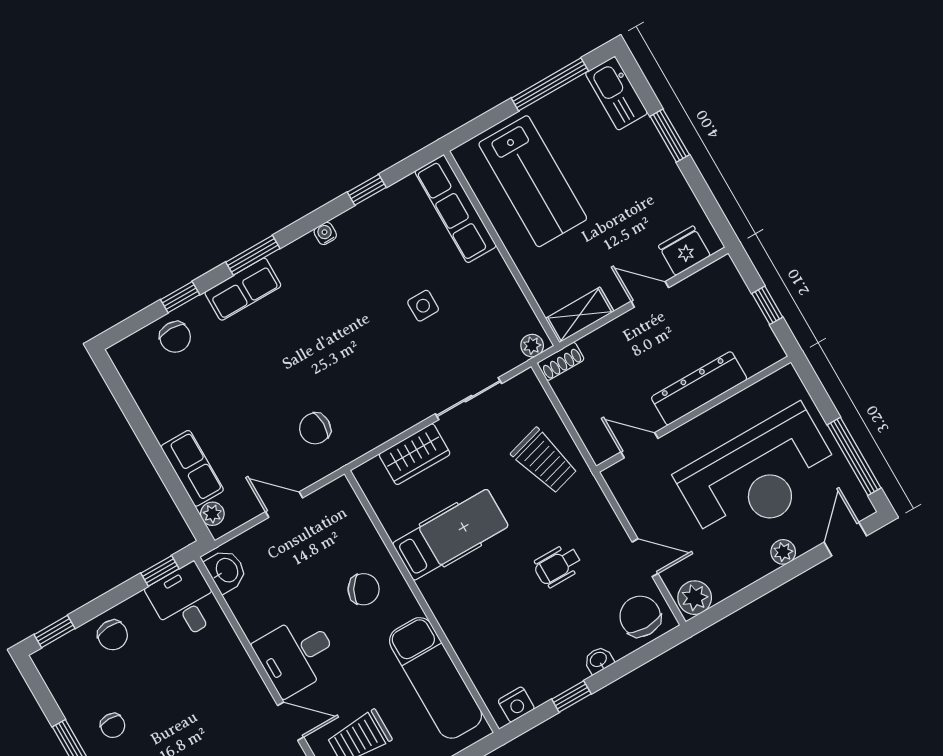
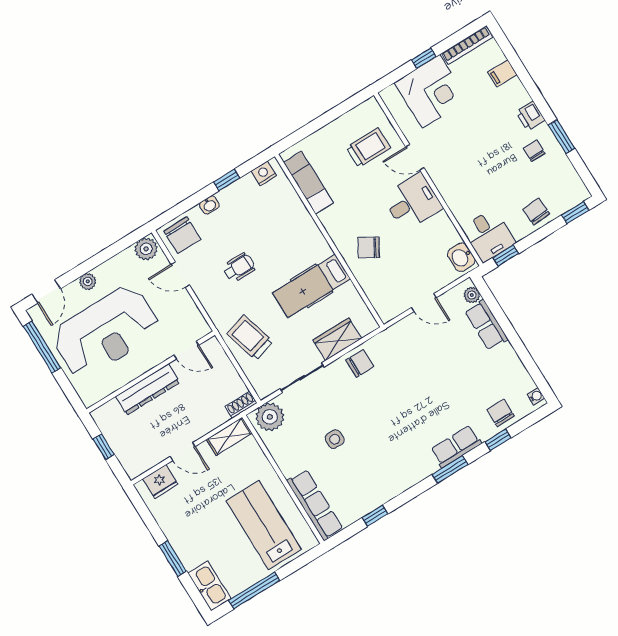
water cooler: (325, 233) -> (536, 396), moved, turned -90
plant: (532, 346) -> (270, 417), width x1.88, depth x1.88
chair: (315, 428) -> (360, 363), moved
reception desk: (758, 476) -> (106, 332), turned 180
exam couch: (436, 678) -> (308, 183), width x0.73, depth x0.69

